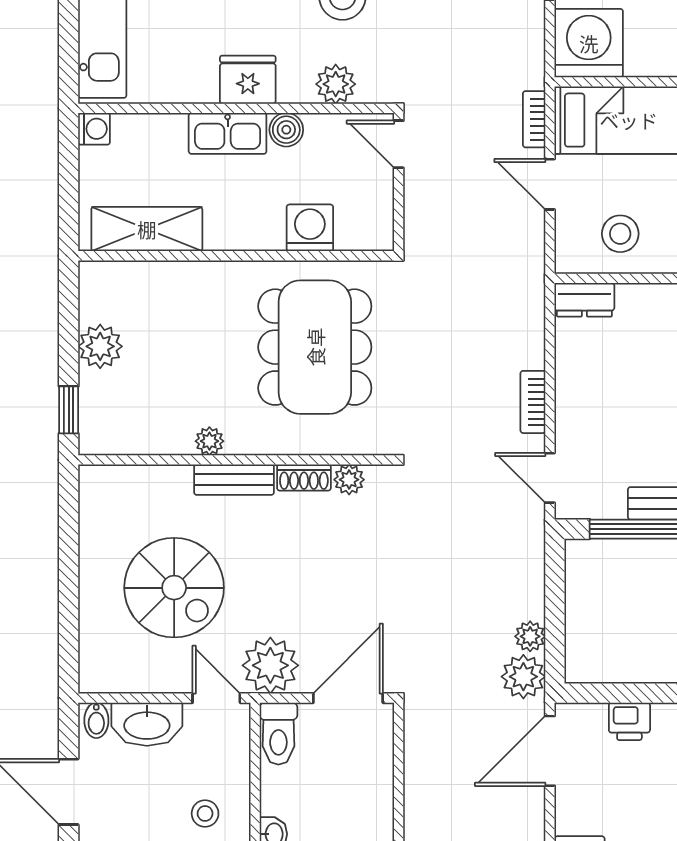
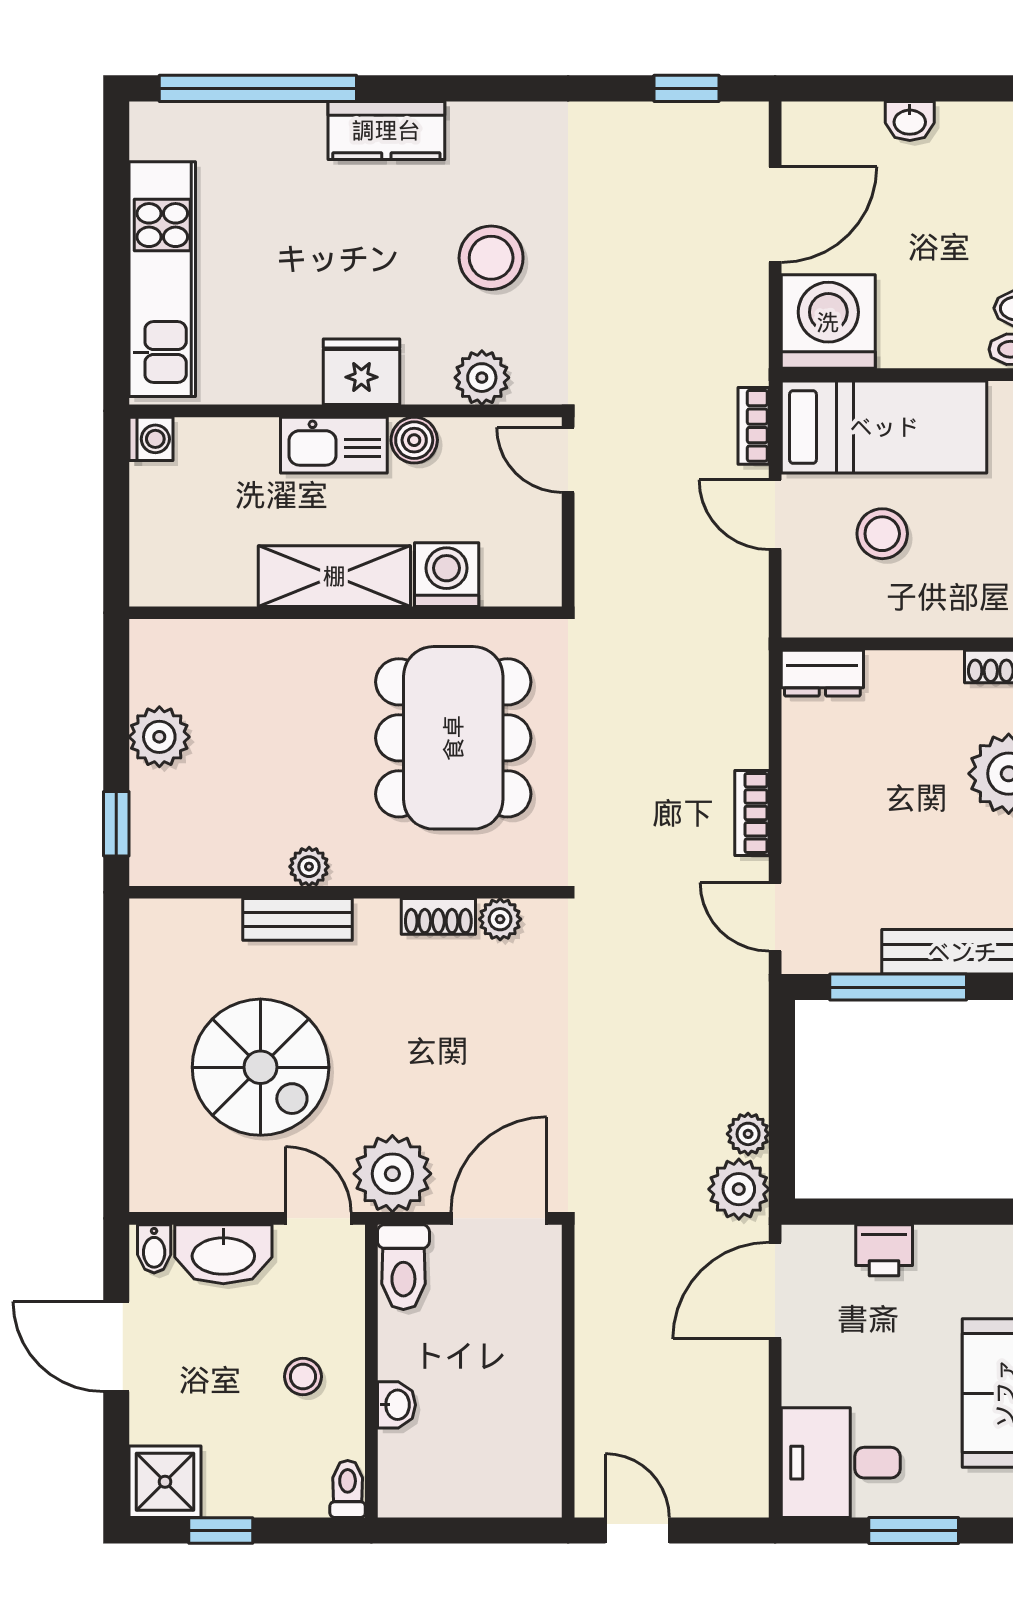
shelving: (147, 229) -> (334, 576), moved
stool: (620, 234) -> (882, 534), moved
bench: (234, 480) -> (297, 919), moved

